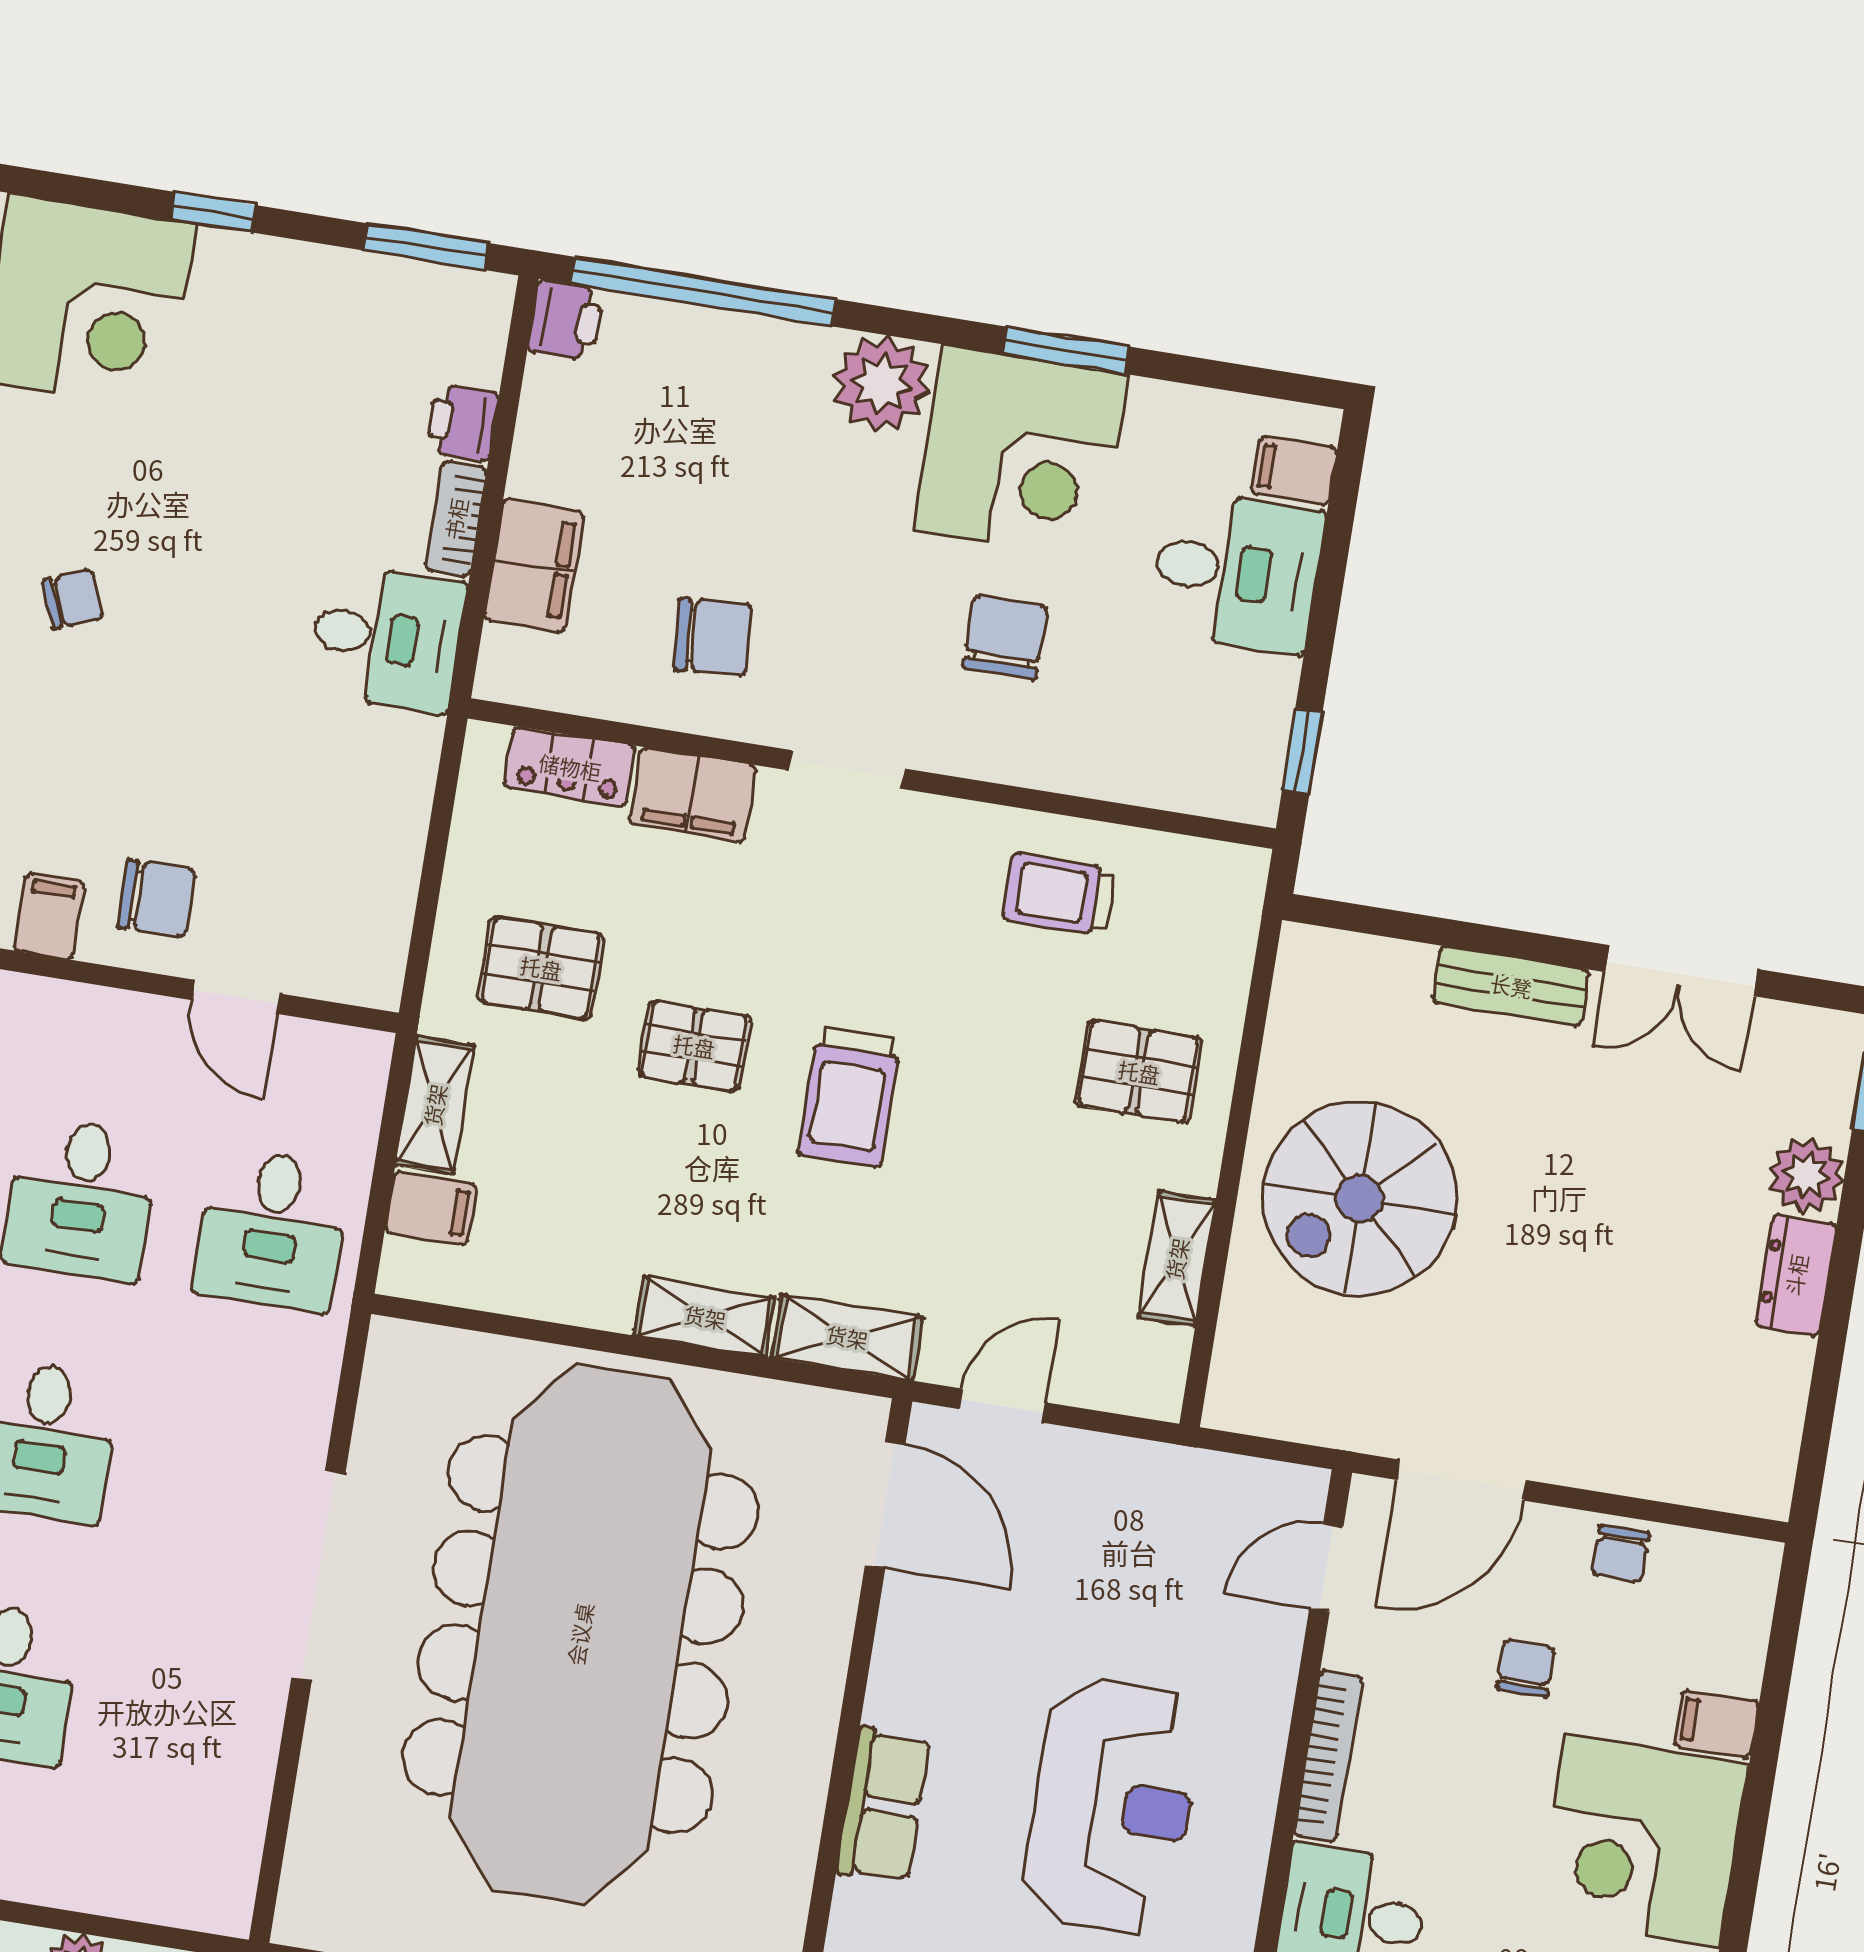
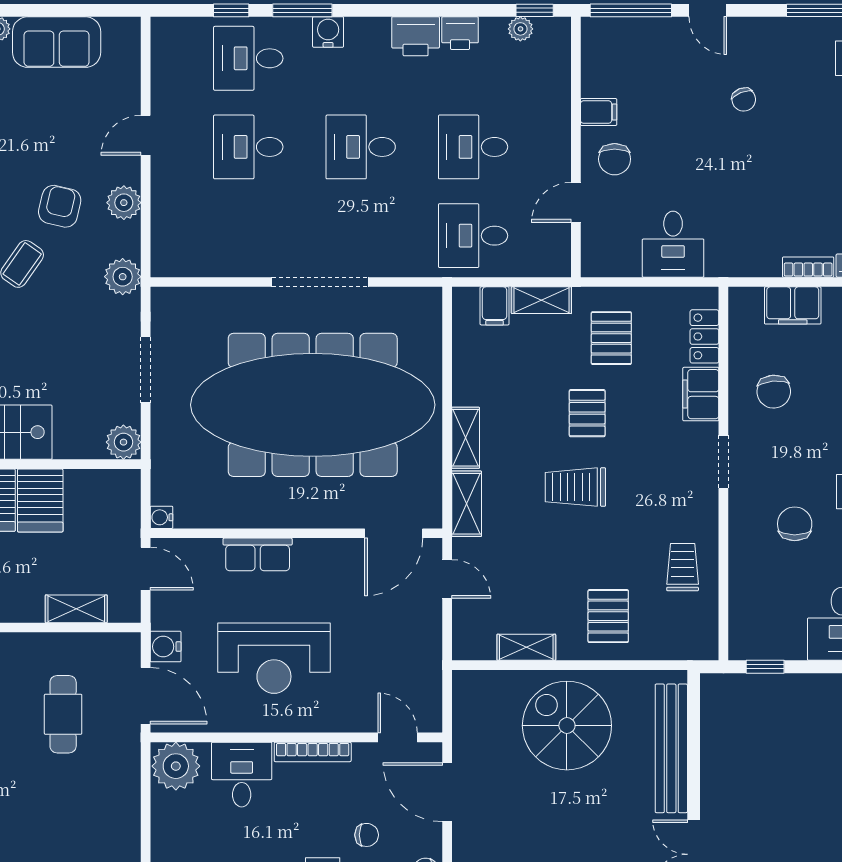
desk: (387, 638) -> (673, 244), moved
chair: (1005, 638) -> (795, 524), turned -90
bench: (1511, 986) -> (671, 748), width x1.86, depth x1.21

